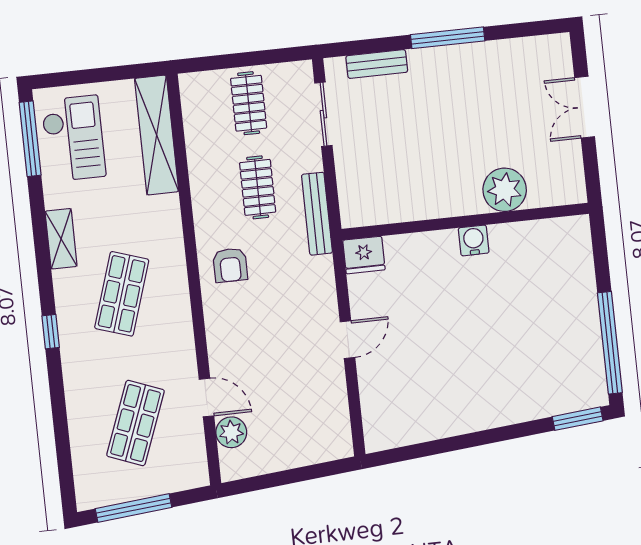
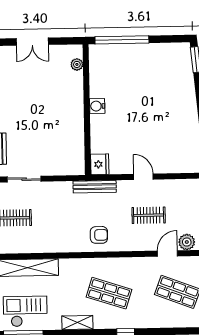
clothes rail: (258, 187) -> (149, 215), moved
plant: (505, 190) -> (77, 64), moved, width x0.53, depth x0.53
bench: (317, 214) -> (95, 187), moved
window: (610, 343) -> (122, 40), moved

